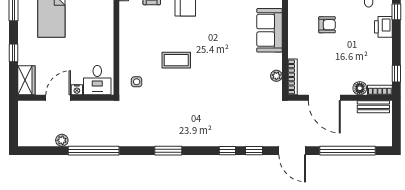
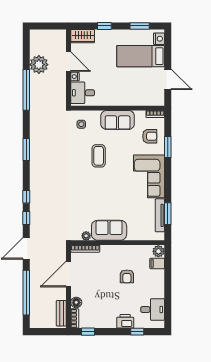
sofa: (269, 30) -> (109, 230), moved
sofa: (131, 36) -> (118, 120), added
plant: (62, 140) -> (39, 65), width x1.88, depth x1.88

